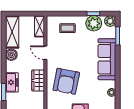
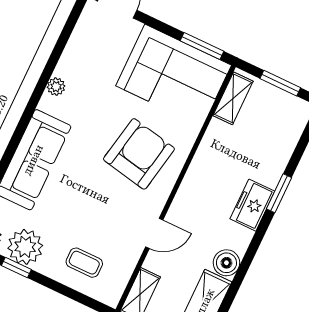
door: (45, 53) -> (154, 233), hinge flipped
wardrobe: (38, 80) -> (196, 183), removed

